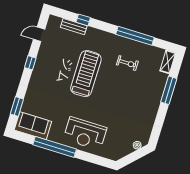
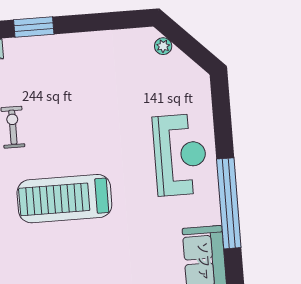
window: (169, 90) -> (34, 27), width x0.69

